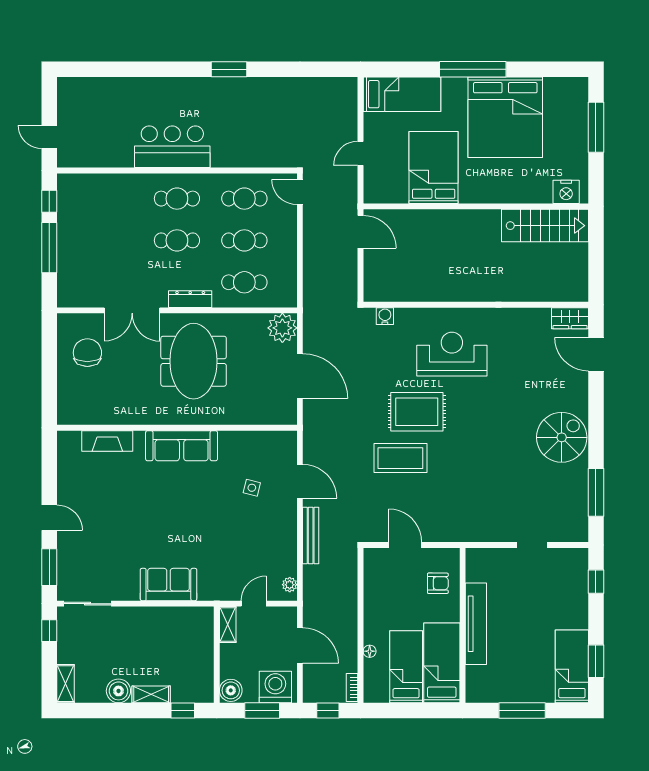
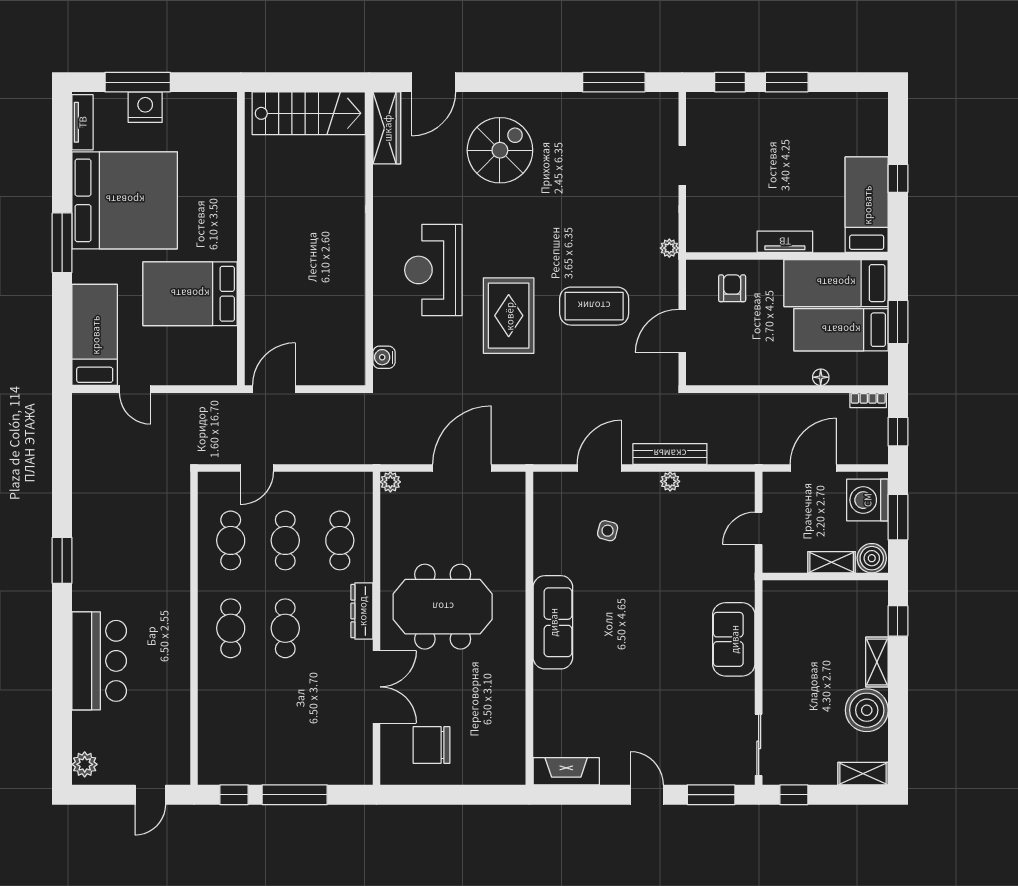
window: (473, 69) -> (62, 243), width x0.68
tv unit: (565, 85) -> (82, 122), added
plant: (73, 87) -> (85, 764), added
bar counter: (172, 147) -> (99, 661), moved, turned 180
door: (360, 153) -> (135, 389), moved
door: (300, 192) -> (257, 468), moved
nightstand: (566, 192) -> (145, 107), moved, turned -90
stairs: (545, 226) -> (309, 113), moved, turned 90
wardrobe: (570, 318) -> (387, 128), width x1.50
plant: (282, 328) -> (390, 482), width x0.53, depth x0.53
spiral stairs: (562, 437) -> (500, 150), moved, turned 90
fireplace: (107, 441) -> (566, 771), moved, turned -90
coffee table: (400, 458) -> (594, 306), moved, turned 90
door: (49, 518) -> (647, 795), hinge flipped
plant: (469, 535) -> (669, 248), added
plant: (290, 585) -> (670, 481), moved
door: (254, 604) -> (759, 528), hinge flipped
tv unit: (476, 624) -> (785, 242), width x0.52, depth x0.78
shelving: (228, 625) -> (832, 562), moved
window: (596, 661) -> (787, 82), moved
bed: (572, 666) -> (867, 205), moved, turned 90
boiler: (118, 691) -> (867, 710), width x1.37, depth x1.37
window: (412, 711) -> (898, 322), added
window: (522, 711) -> (898, 178), width x0.46

